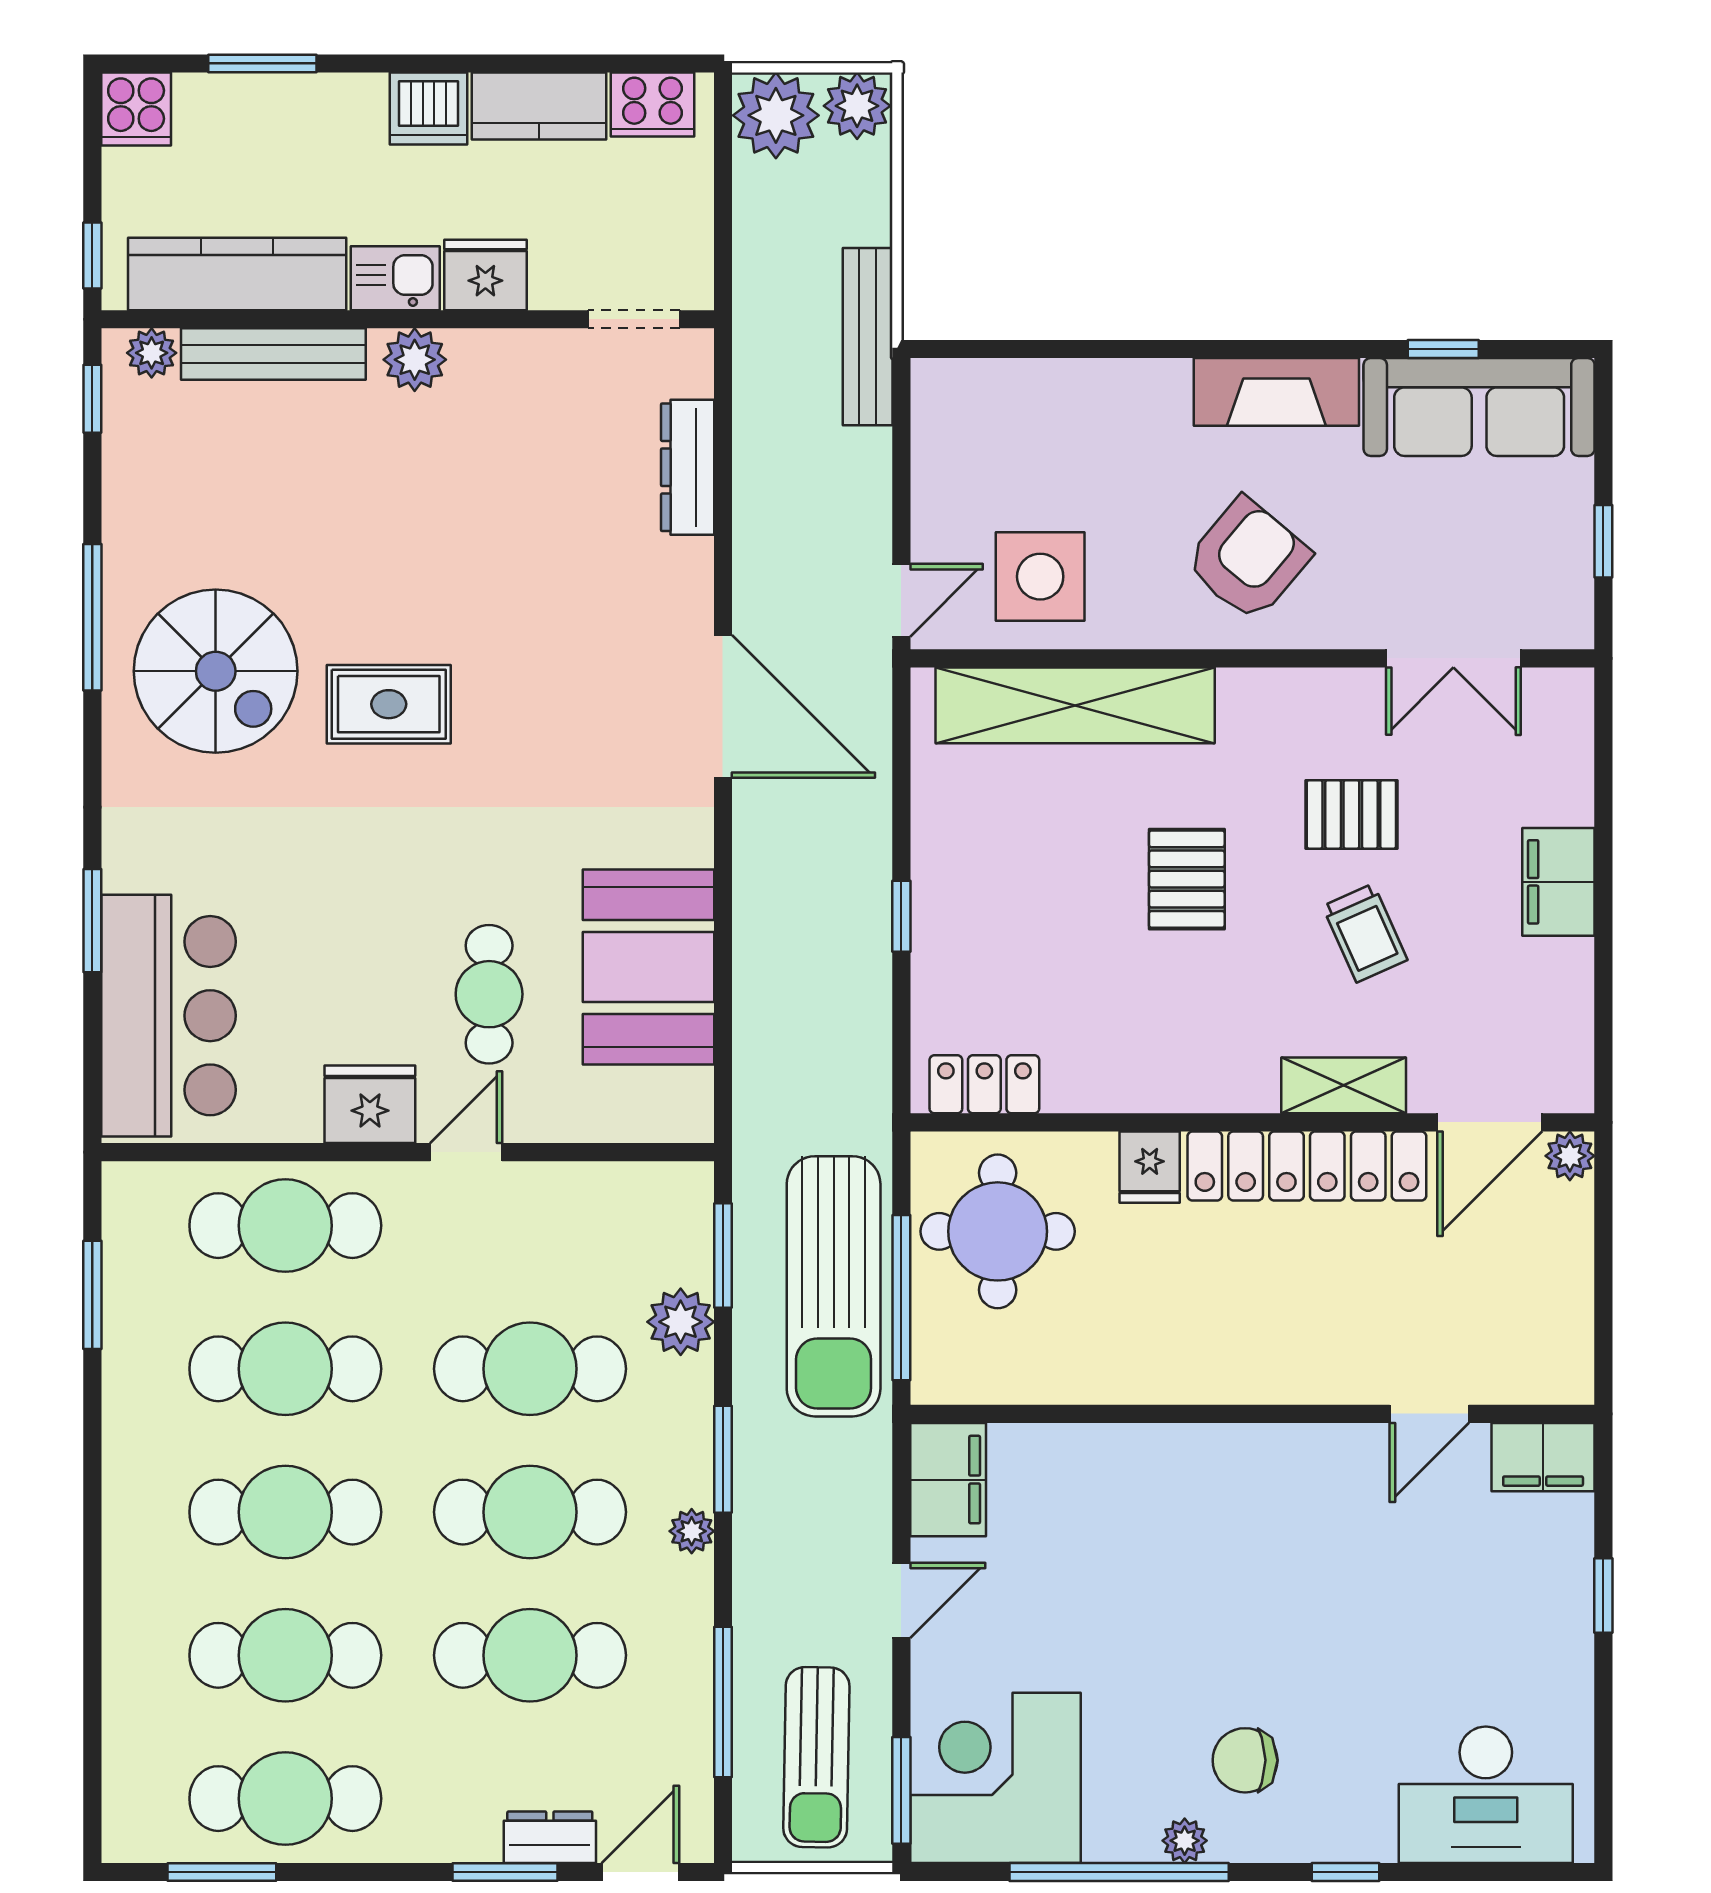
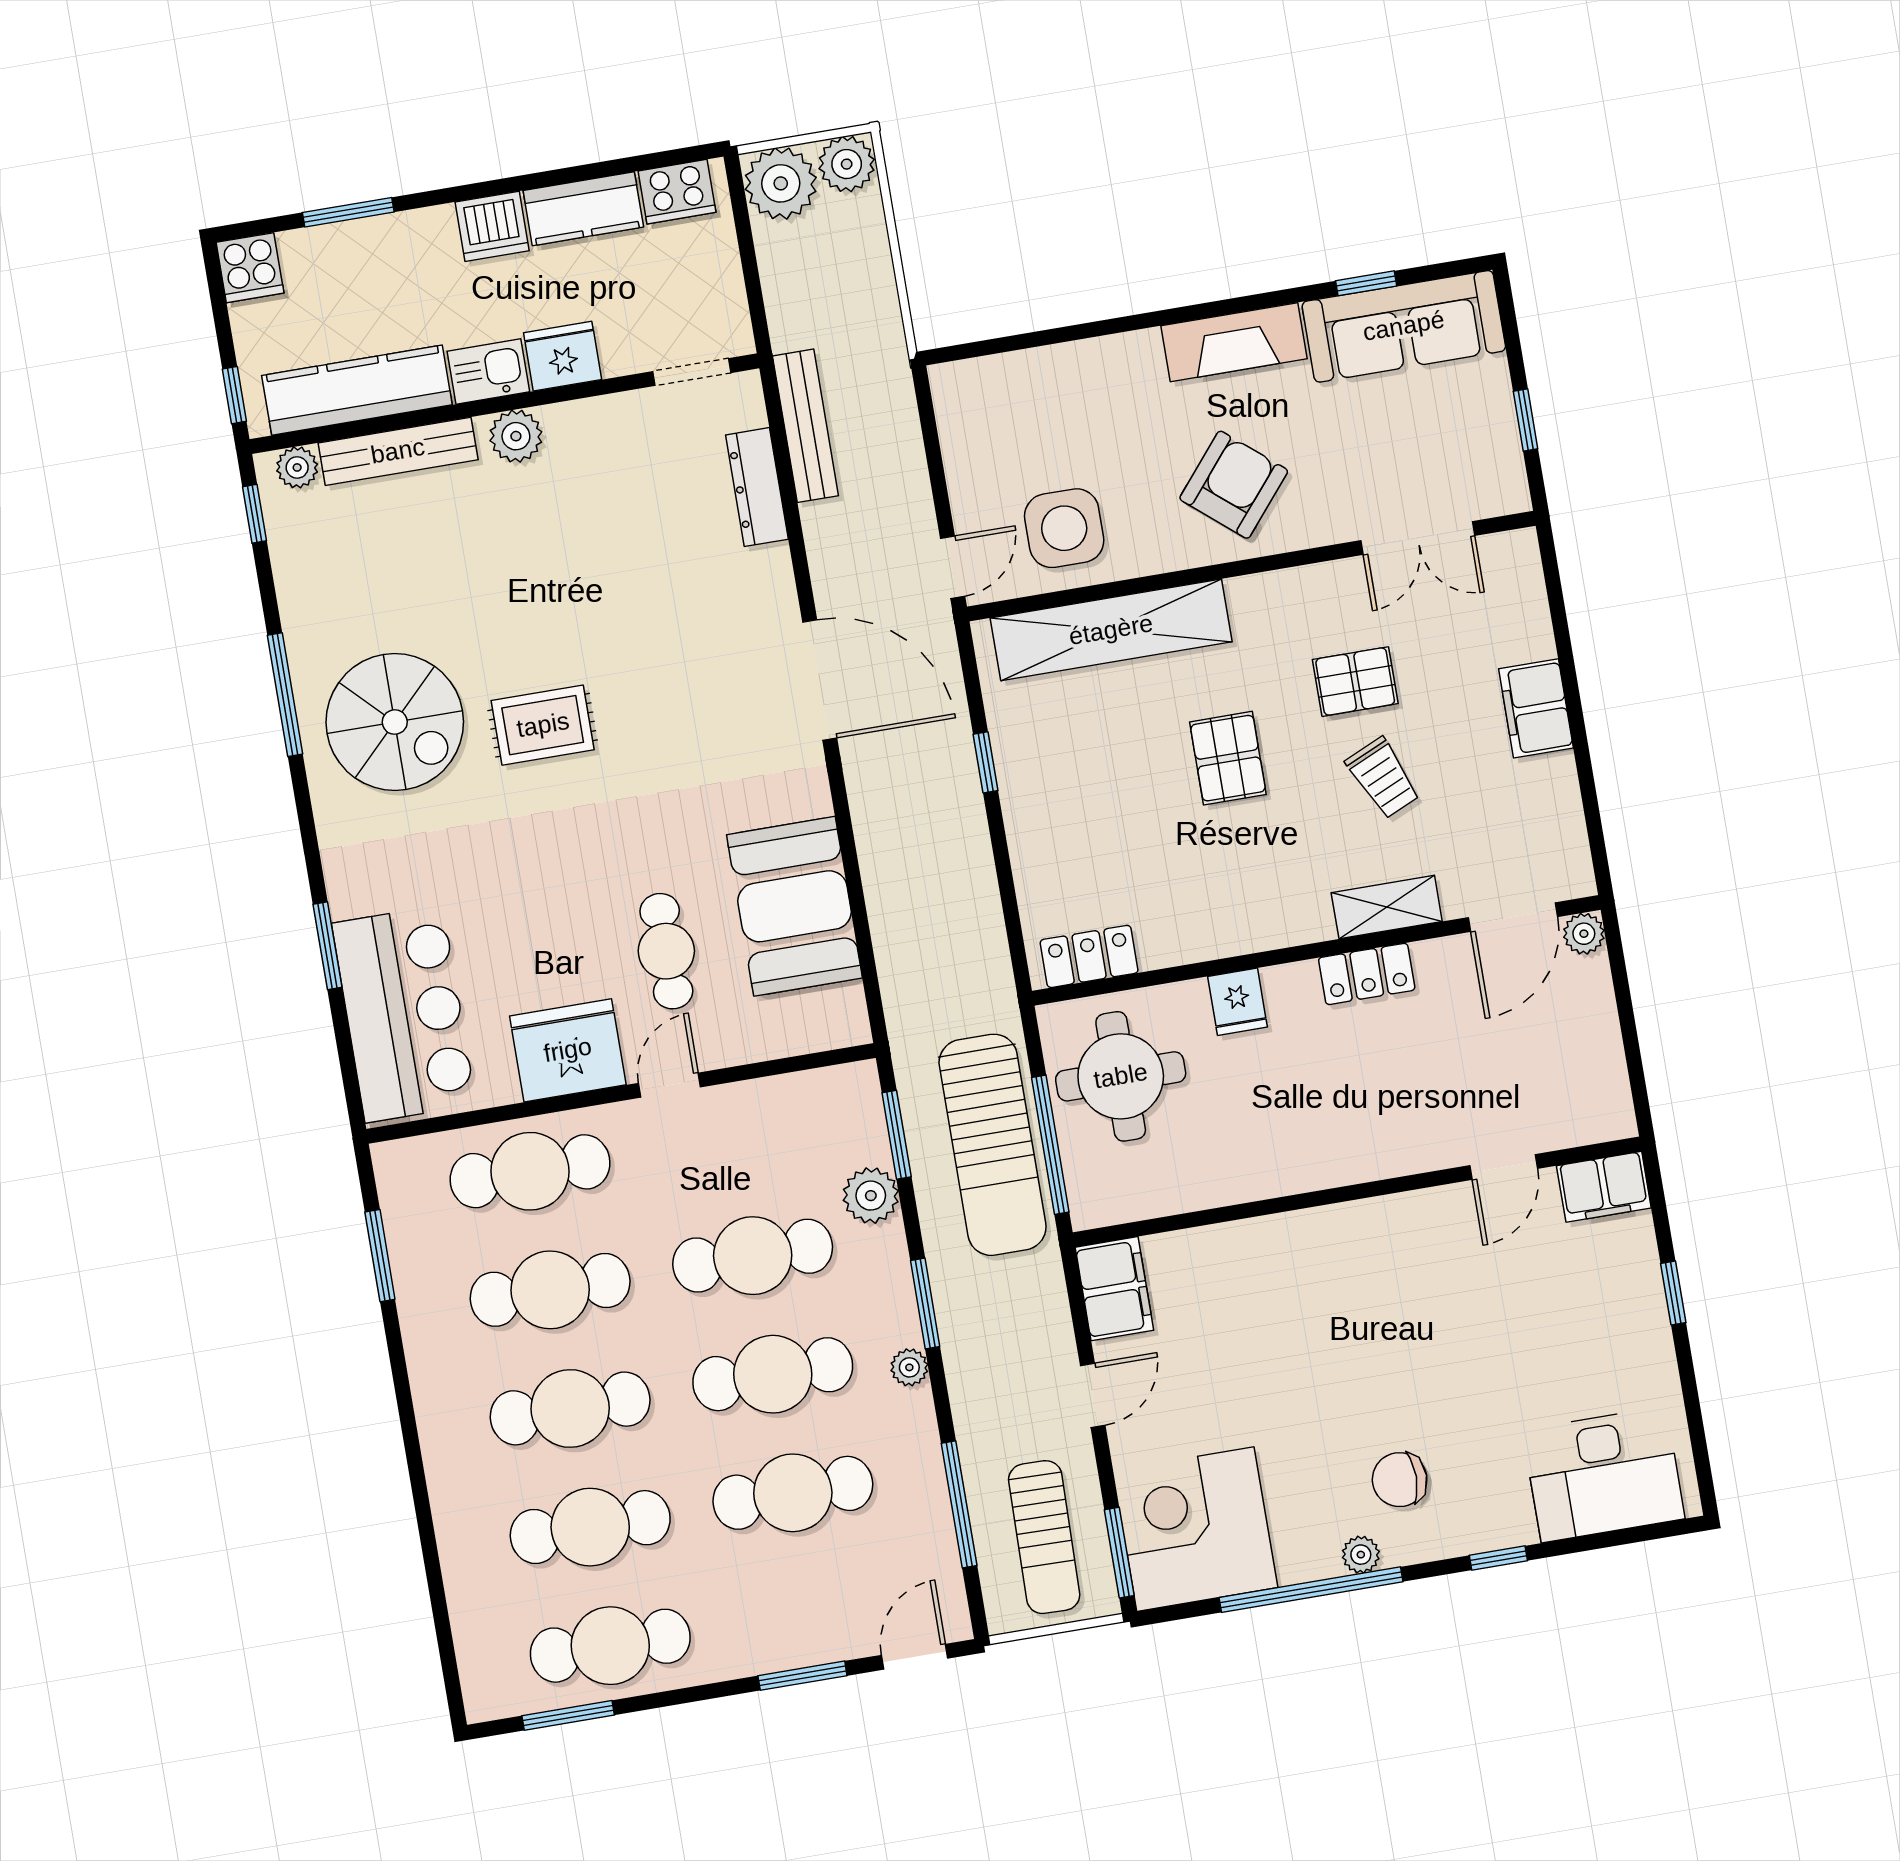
bench: (868, 337) -> (805, 426), moved
window: (901, 916) -> (986, 762), moved
fridge: (370, 1104) -> (568, 1050), width x1.36, depth x1.34
locker: (1307, 1166) -> (1367, 974), width x0.46, depth x0.83
dresser: (550, 1837) -> (835, 1641), removed

